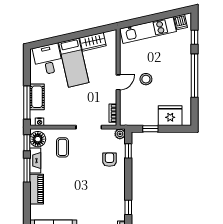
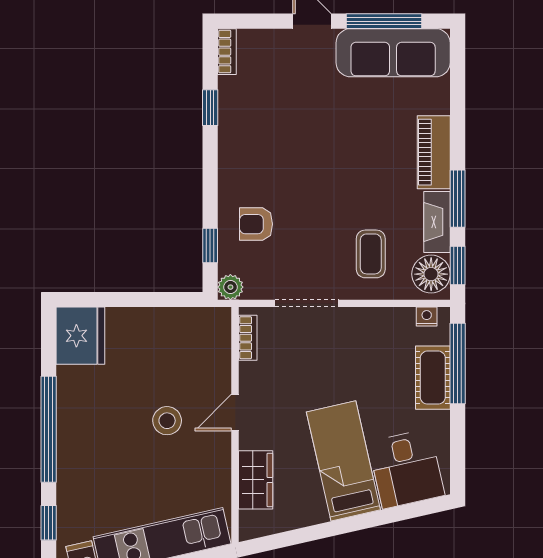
wardrobe: (93, 42) -> (256, 480), moved, turned 103
fridge: (170, 116) -> (80, 336), moved, turned -90
window: (150, 129) -> (156, 300), removed
armchair: (109, 160) -> (256, 224), turned 90

